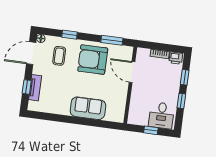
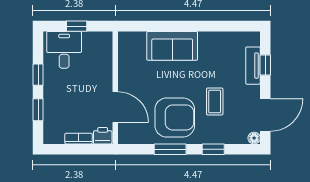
window: (112, 40) -> (170, 149), moved
coffee table: (59, 56) -> (215, 101), moved
printer: (176, 58) -> (103, 136), moved

